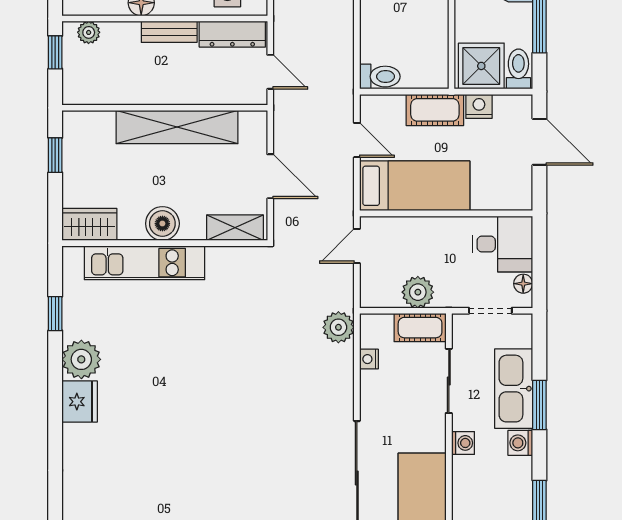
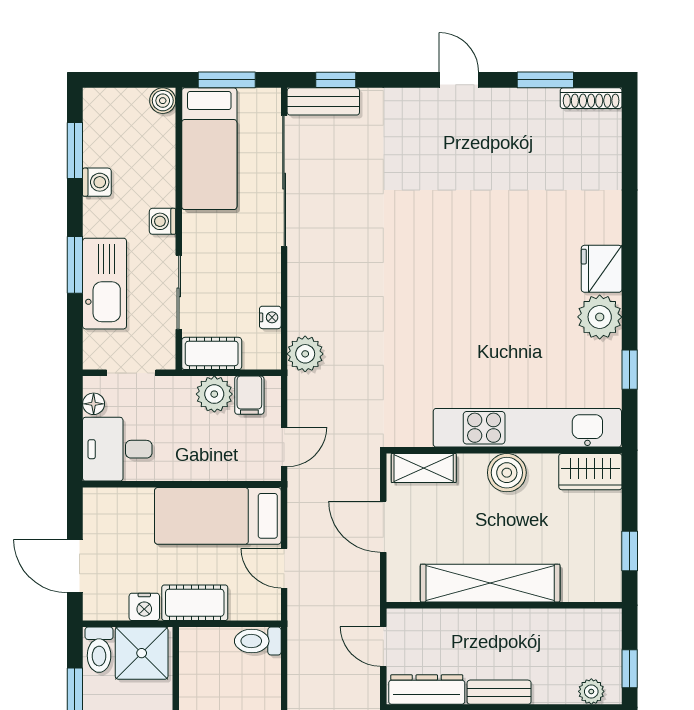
kitchen unit: (145, 263) -> (527, 428), width x1.36
filing cabinet: (387, 291) -> (249, 395), added
washing machine: (520, 443) -> (97, 182), moved

